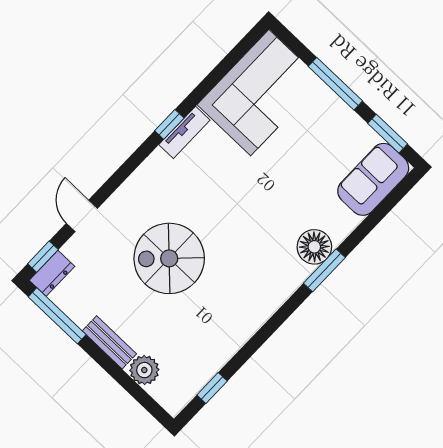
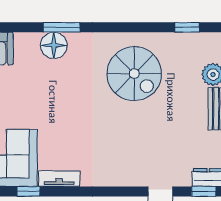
window: (169, 124) -> (28, 191), moved
spiral stairs: (169, 258) -> (134, 74), moved

